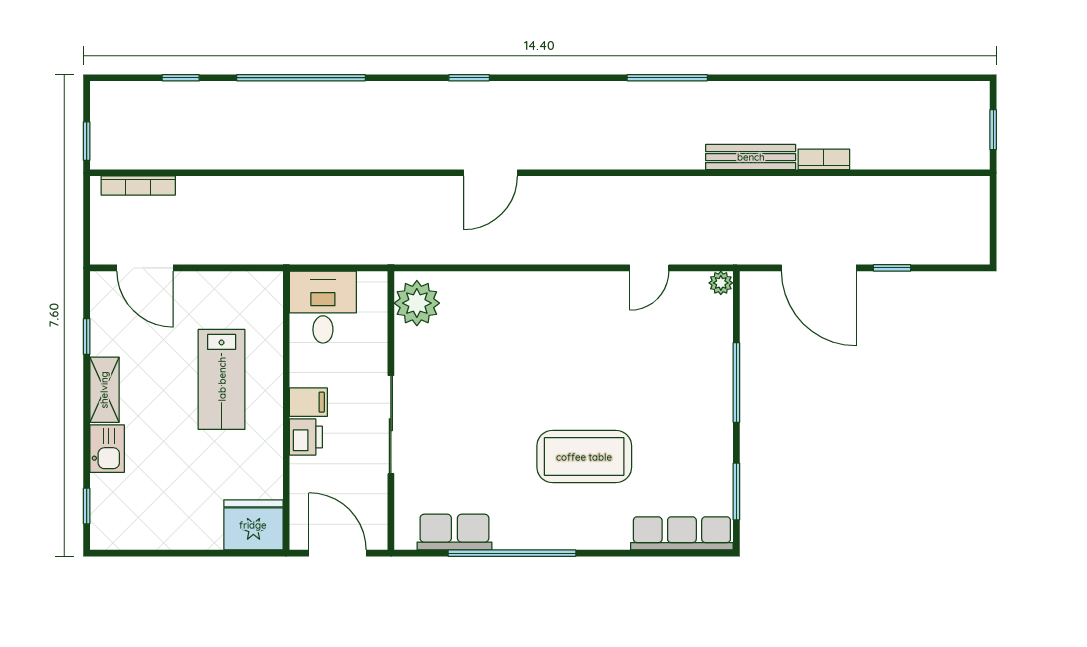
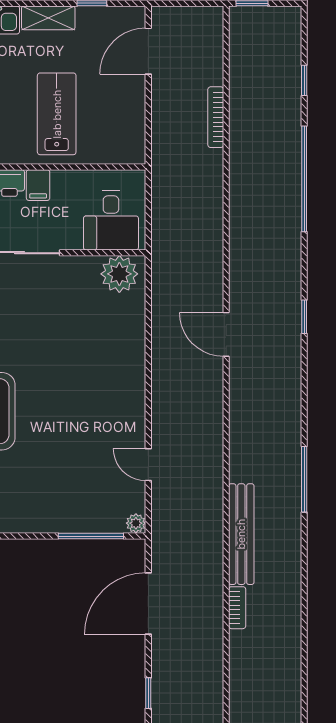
bench: (751, 157) -> (241, 534), width x1.37, depth x1.21
bookcase: (138, 185) -> (216, 117), moved
window: (892, 268) -> (148, 693), moved
desk: (323, 307) -> (111, 221), moved, turned 90
lab bench: (222, 379) -> (57, 114), turned 90
window: (736, 382) -> (91, 536), moved

